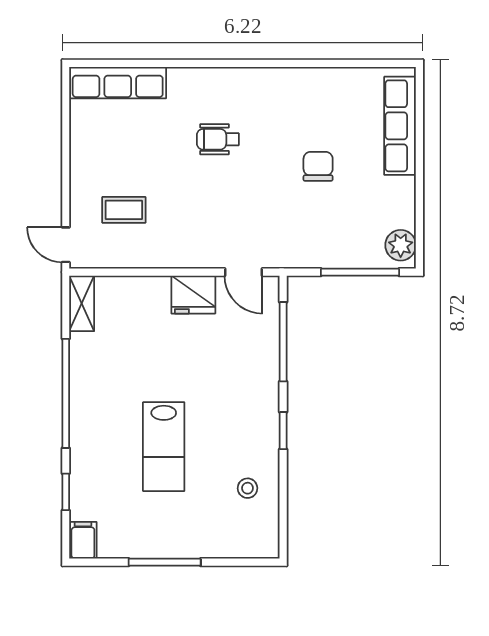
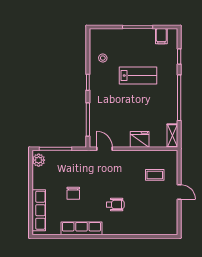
row of seats: (118, 83) -> (81, 228), moved
door: (66, 245) -> (179, 192), moved
fridge: (193, 295) -> (140, 139), moved
lab bench: (164, 447) -> (138, 75), turned 90
filing cabinet: (83, 540) -> (161, 36), moved

